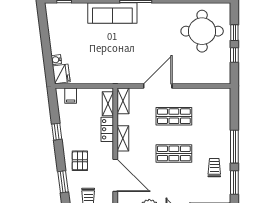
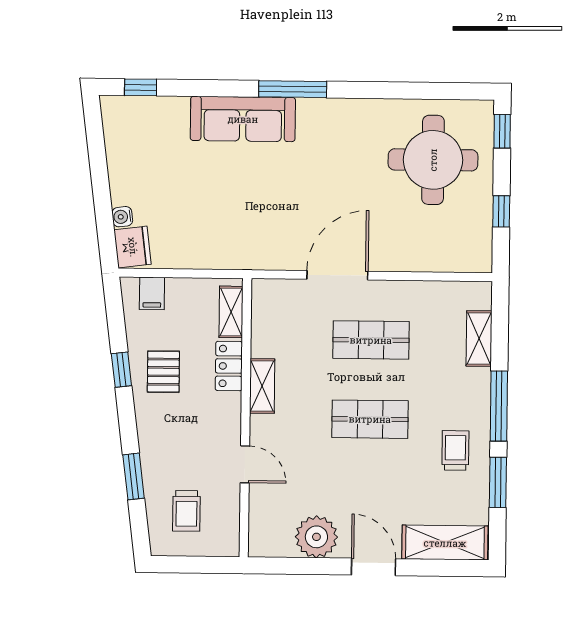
window: (234, 33) -> (502, 131), moved
shelving: (123, 101) -> (479, 339), moved
pallet: (80, 161) -> (163, 372), moved
door: (115, 175) -> (245, 464), width x0.53

